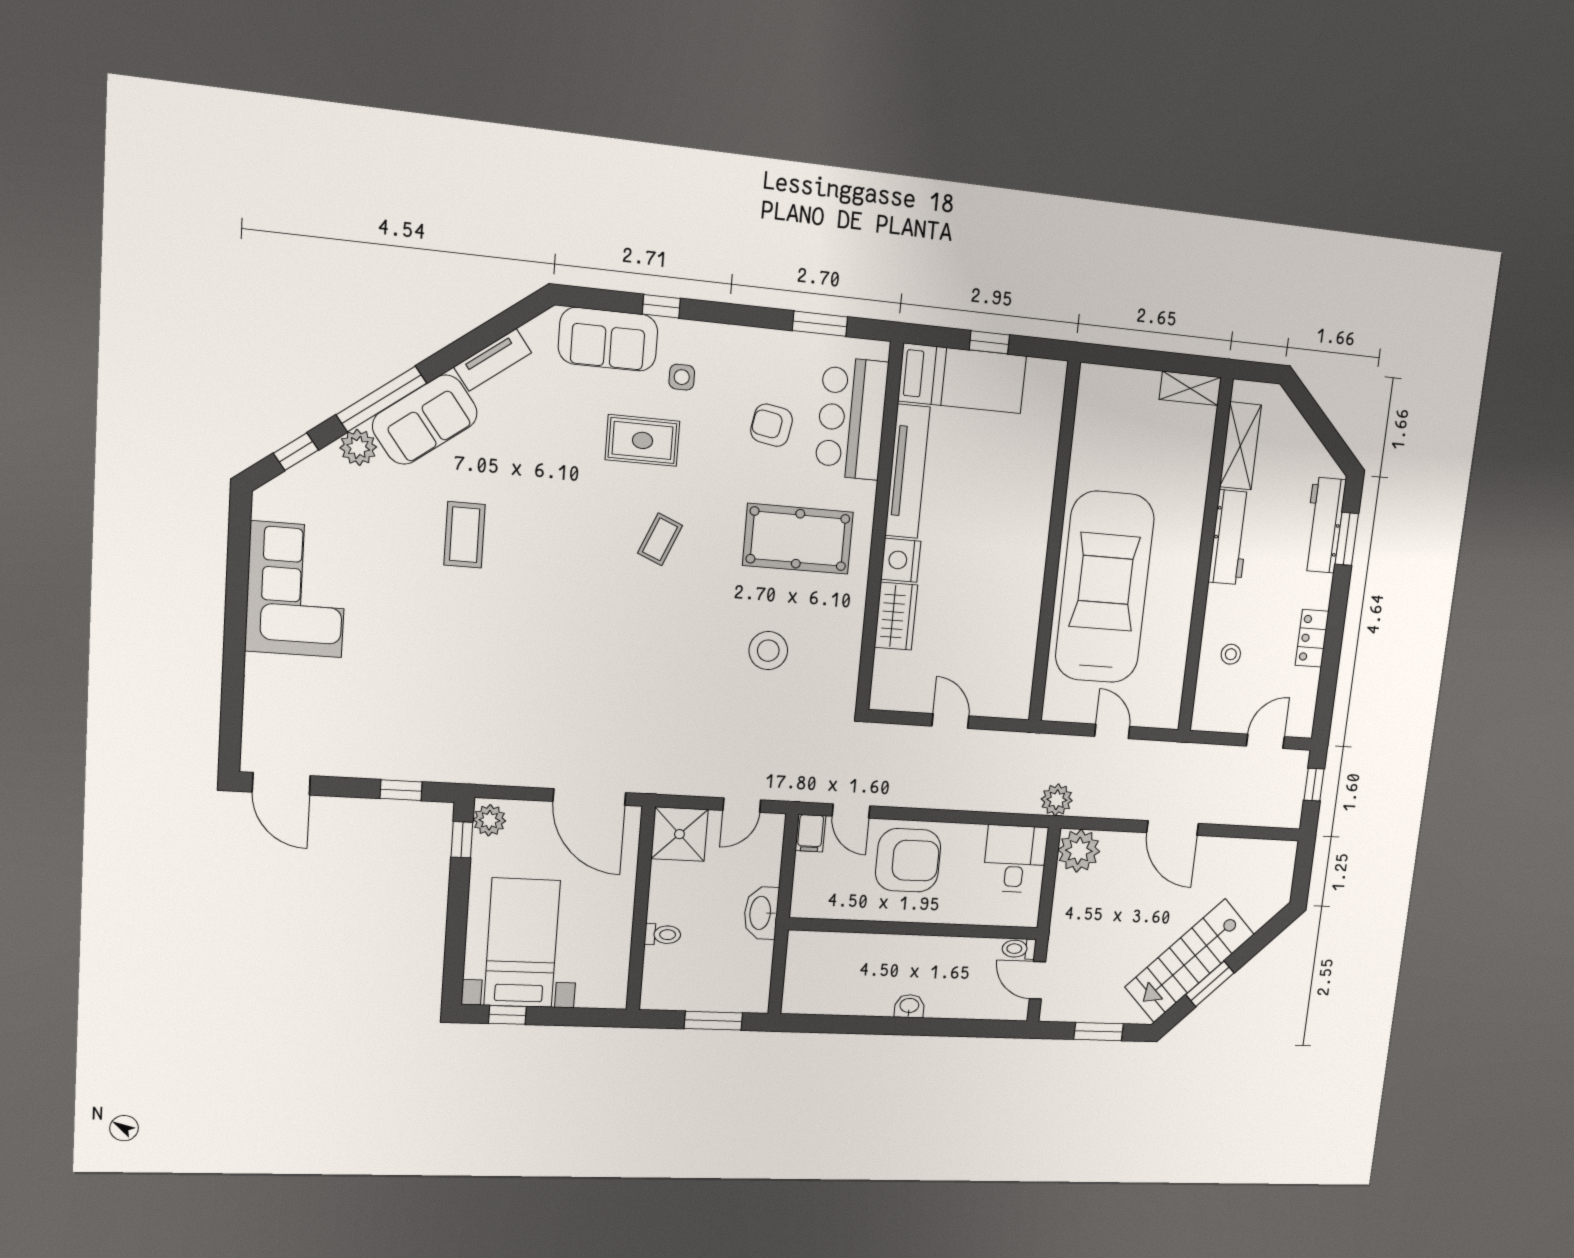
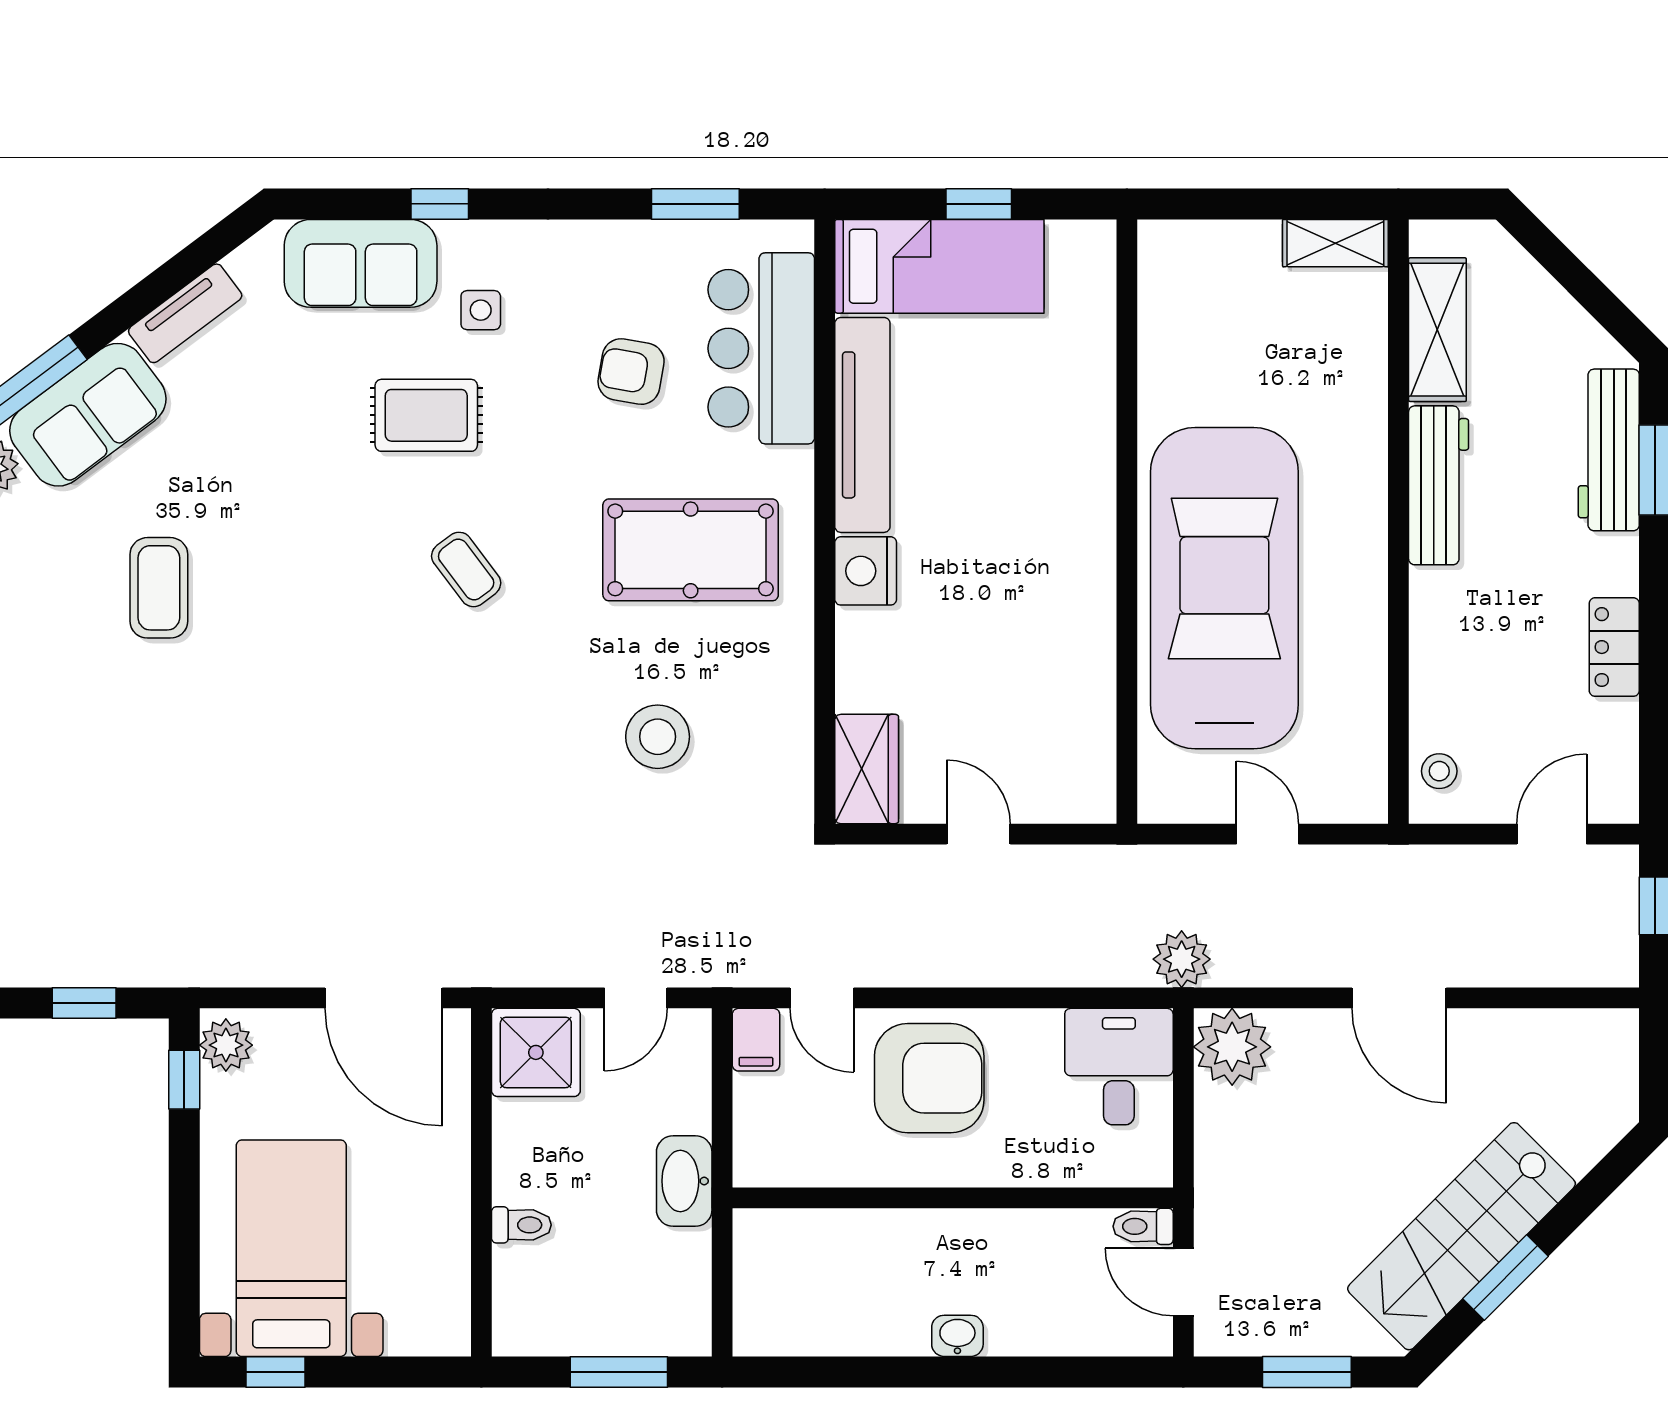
coffee table: (660, 539) -> (466, 569), turned -60
wardrobe: (896, 616) -> (867, 769), moved
stool: (1231, 654) -> (1439, 771), moved

